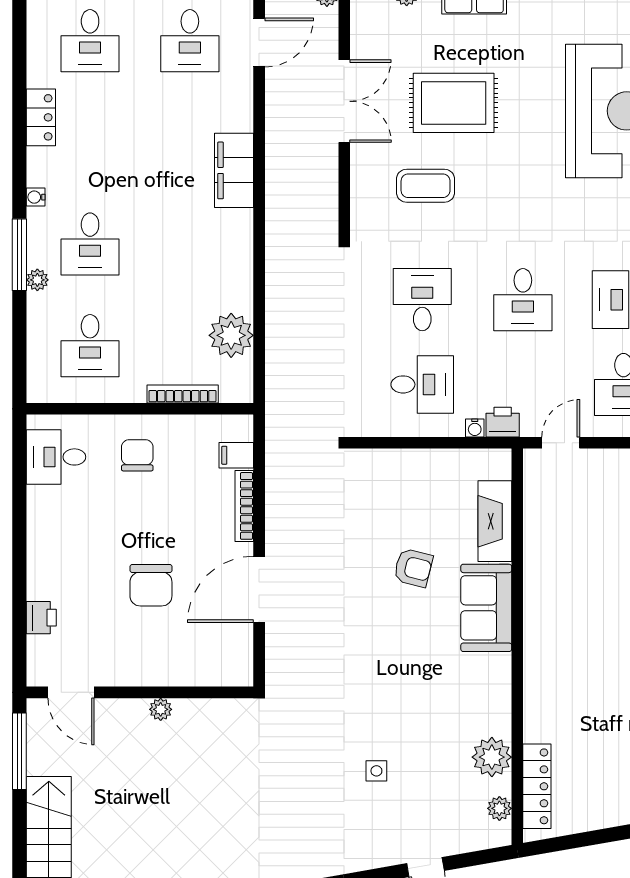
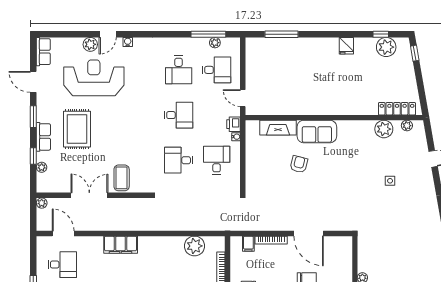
rug: (454, 103) -> (77, 129), moved
coffee table: (426, 186) -> (122, 178), moved

